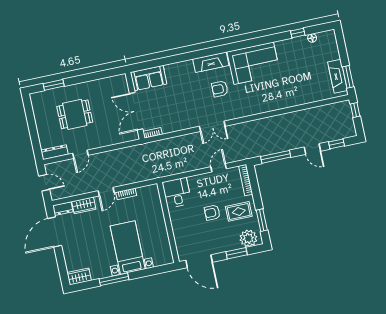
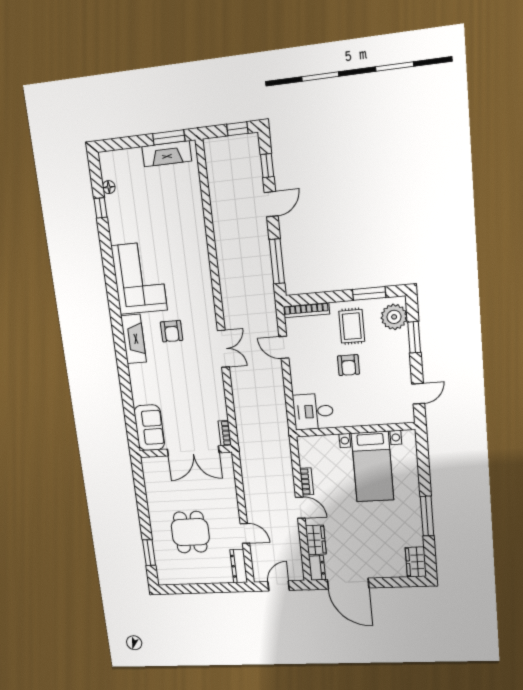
window: (355, 110) -> (237, 129), moved
bed with nightstands: (128, 247) -> (372, 467), moved, turned -90
door: (199, 261) -> (418, 394), width x0.53

